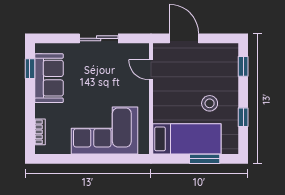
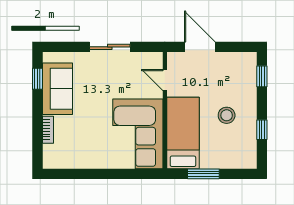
corner sofa: (105, 131) -> (138, 134), moved, turned -90
bookcase: (40, 132) -> (48, 130), moved
bed: (187, 139) -> (183, 133), moved, turned -90
window: (205, 159) -> (203, 174), moved

